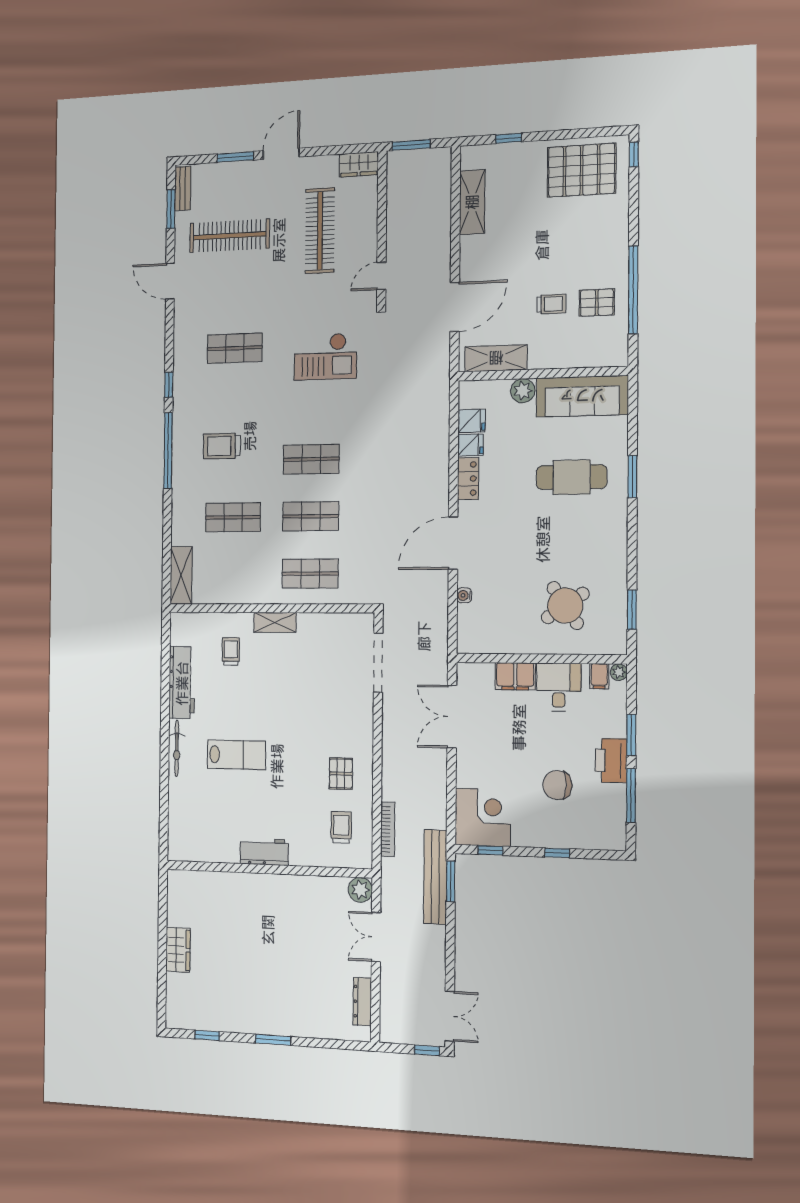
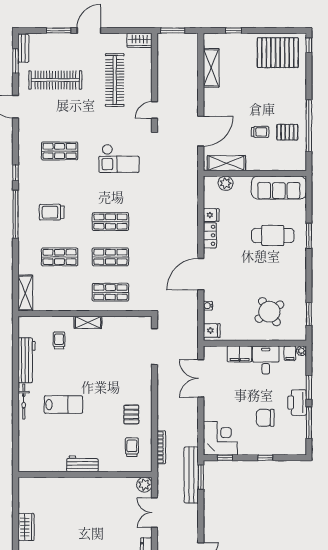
plant: (523, 391) -> (226, 183), moved
fridge: (472, 421) -> (212, 331), moved

